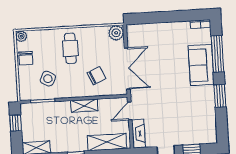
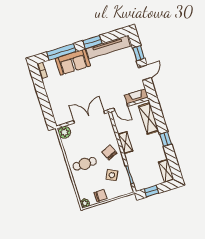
chair: (96, 76) -> (109, 152), moved
tv unit: (209, 114) -> (108, 47), added

